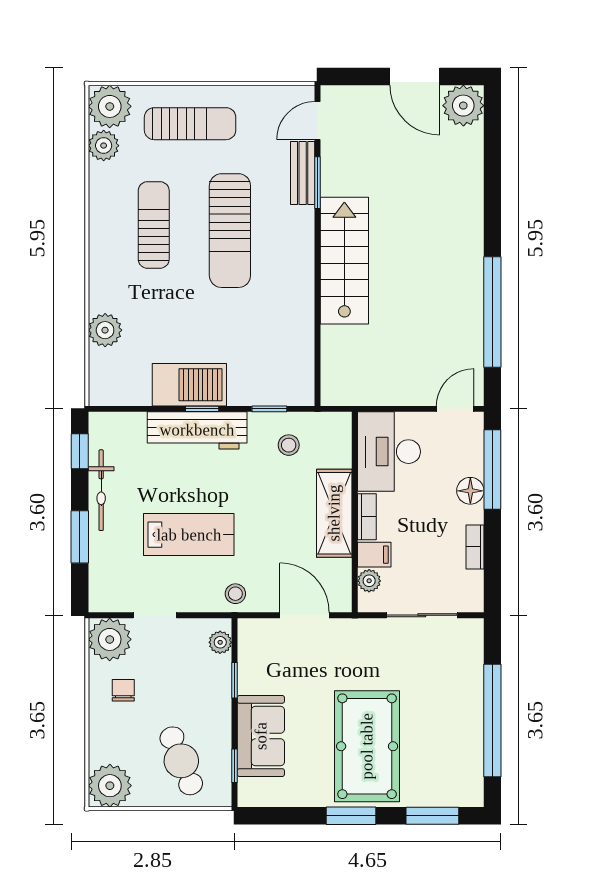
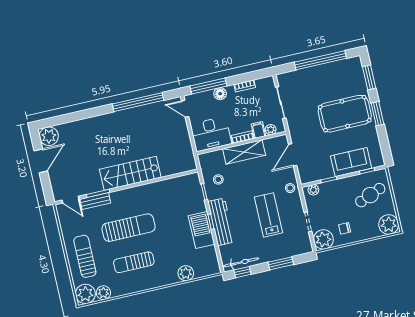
bicycle: (101, 490) -> (241, 262), moved

